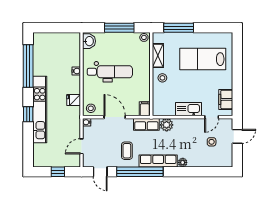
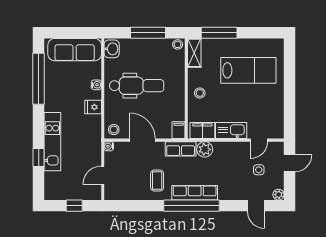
sofa: (58, 42) -> (75, 50), added
shelving: (158, 56) -> (194, 53), moved
lab bench: (203, 59) -> (248, 70), turned 180
filing cabinet: (226, 99) -> (202, 131), moved, turned 90
fridge: (74, 100) -> (93, 107), moved
kitchen unit: (40, 109) -> (52, 142), width x0.73
window: (28, 114) -> (39, 157), moved
plant: (183, 162) -> (278, 195), moved
door: (100, 172) -> (256, 206), moved
window: (140, 172) -> (192, 206), moved

